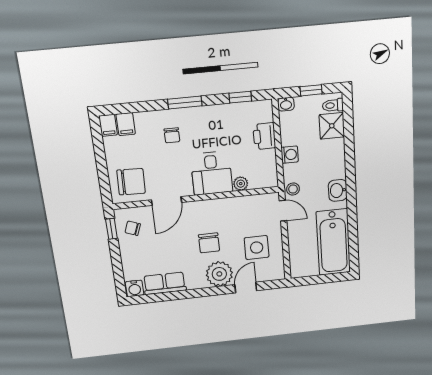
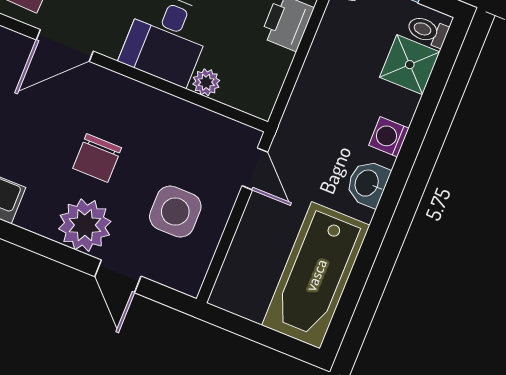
washing machine: (290, 155) -> (389, 137), moved, turned 180
stool: (293, 189) -> (291, 139), removed
door: (246, 288) -> (118, 276), swing flipped

